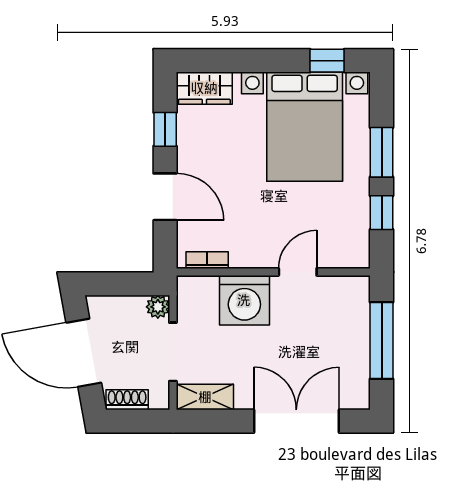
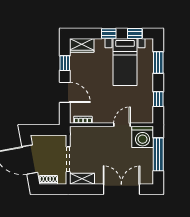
window: (267, 61) -> (109, 34), added
bed with nightstands: (305, 127) -> (125, 62), width x0.73
window: (382, 152) -> (158, 62), moved
washing machine: (244, 300) -> (143, 137), moved
plant: (158, 307) -> (62, 140), removed

